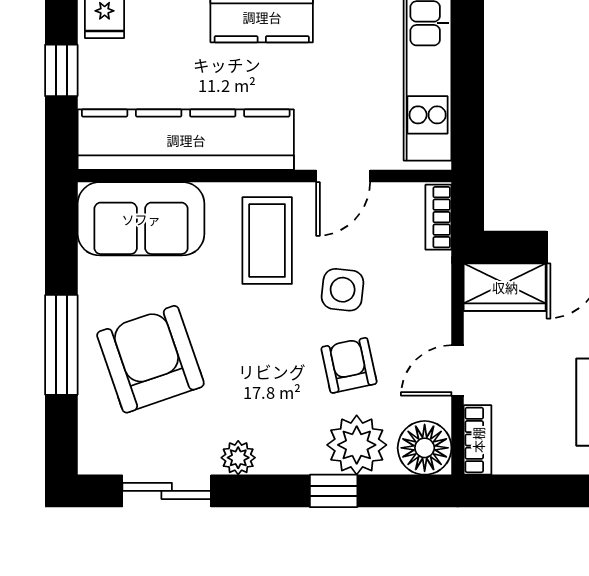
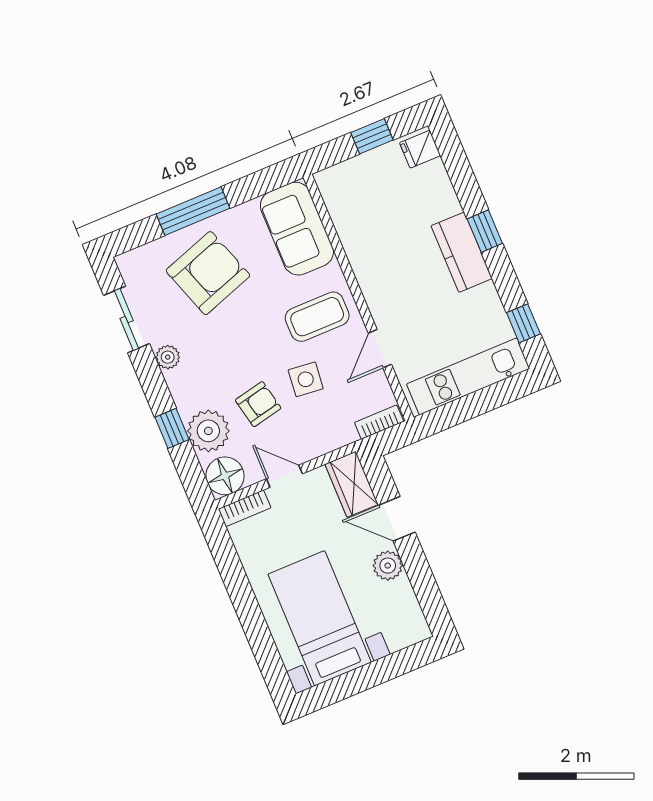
kitchen counter: (186, 140) -> (361, 236), removed
door: (343, 176) -> (380, 349), hinge flipped

